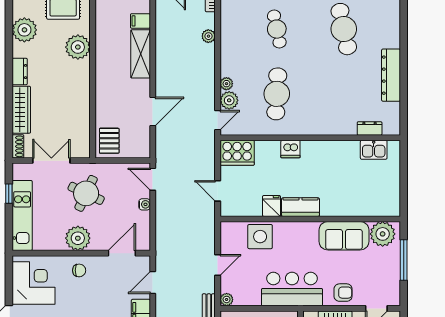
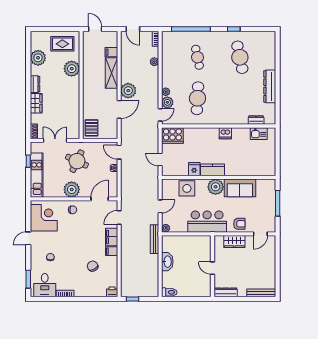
plant: (167, 82) -> (128, 91), added
wardrobe: (21, 110) -> (36, 103), width x0.67
dishwasher: (290, 149) -> (225, 133), moved
plant: (383, 234) -> (216, 187), moved

